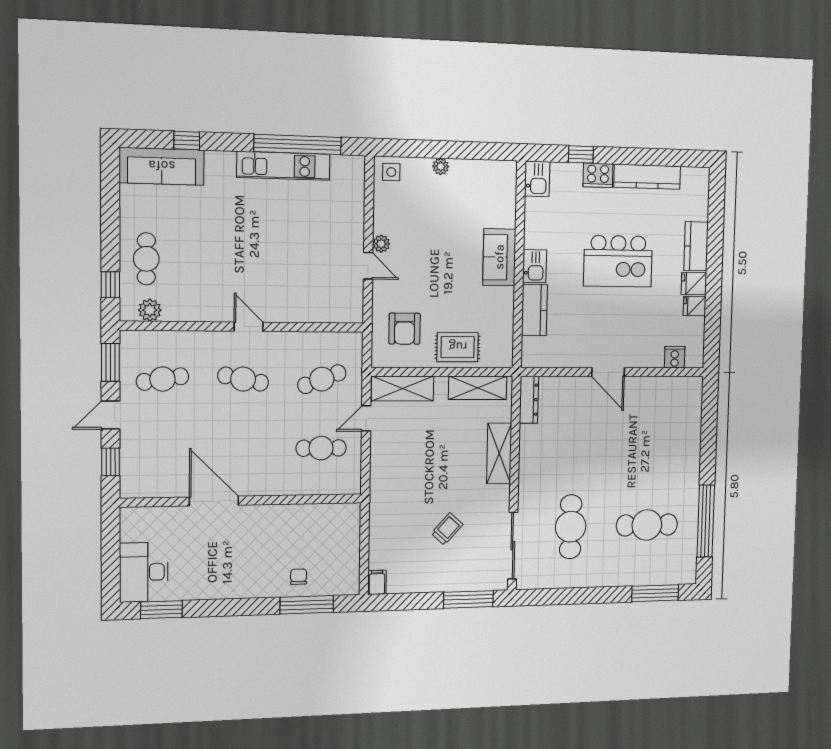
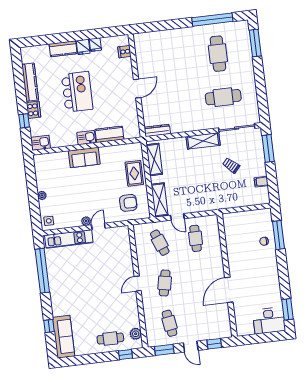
kitchen unit: (283, 166) -> (69, 239), moved, turned 90
shelving: (499, 453) -> (203, 141), moved
filing cabinet: (377, 582) -> (261, 182), moved

